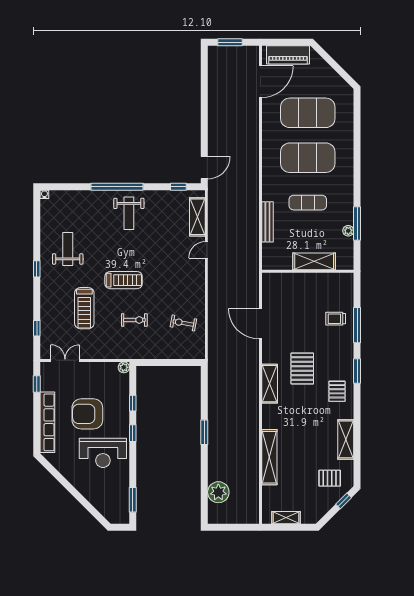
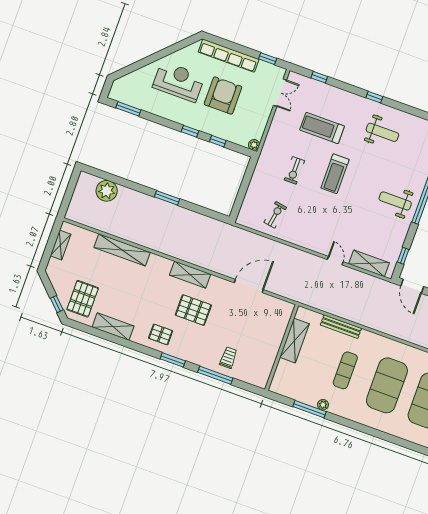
plant: (348, 231) -> (323, 405), moved
shelving: (314, 261) -> (295, 341), moved
reception desk: (103, 453) -> (179, 82), moved, turned 90
pallet: (330, 478) -> (83, 299), width x1.50, depth x1.42

